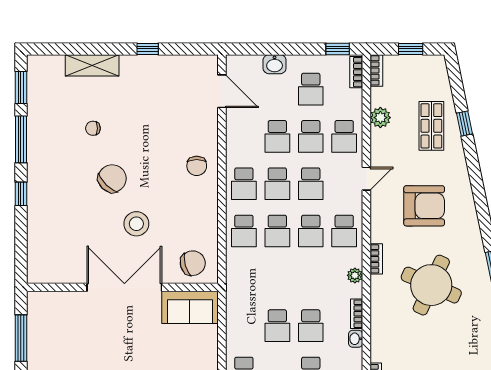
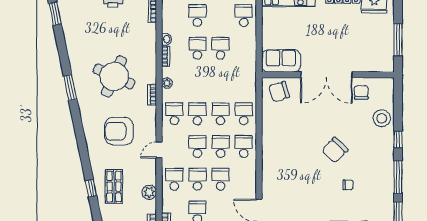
chair: (197, 166) -> (361, 92), moved
stool: (136, 224) -> (382, 118), moved

